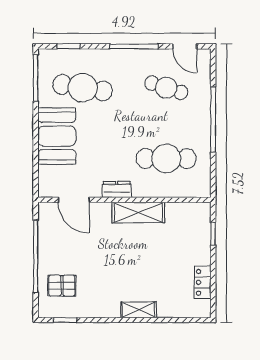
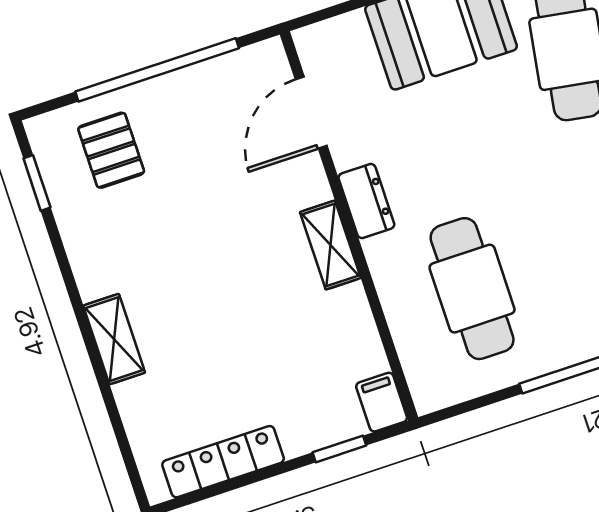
filing cabinet: (200, 210) -> (382, 402), added
shelving: (138, 213) -> (330, 245), width x0.67, depth x0.75
locker: (203, 282) -> (223, 462), width x1.53

